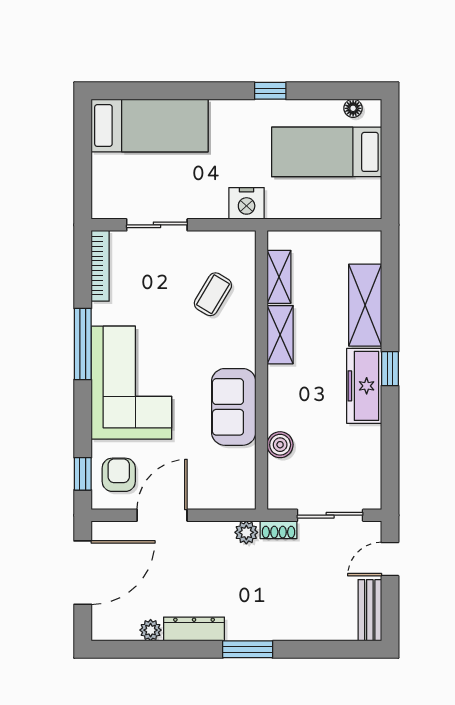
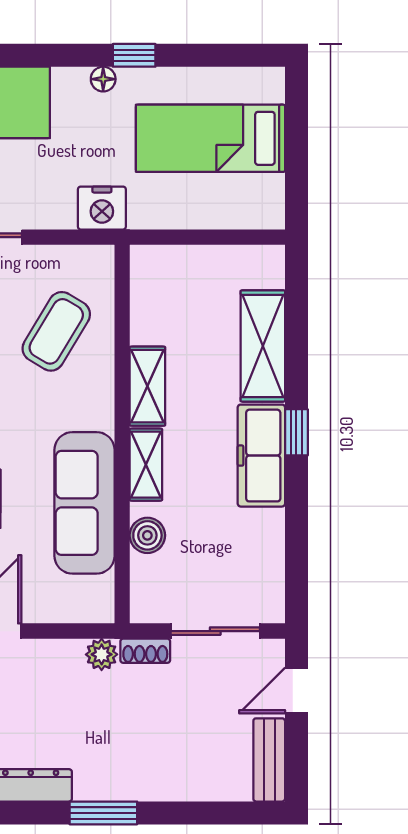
floor lamp: (353, 108) -> (103, 79), moved
shelving: (279, 277) -> (146, 465), moved
coffee table: (213, 294) -> (56, 331), width x1.36, depth x1.30
sofa: (234, 407) -> (84, 503), width x1.36

